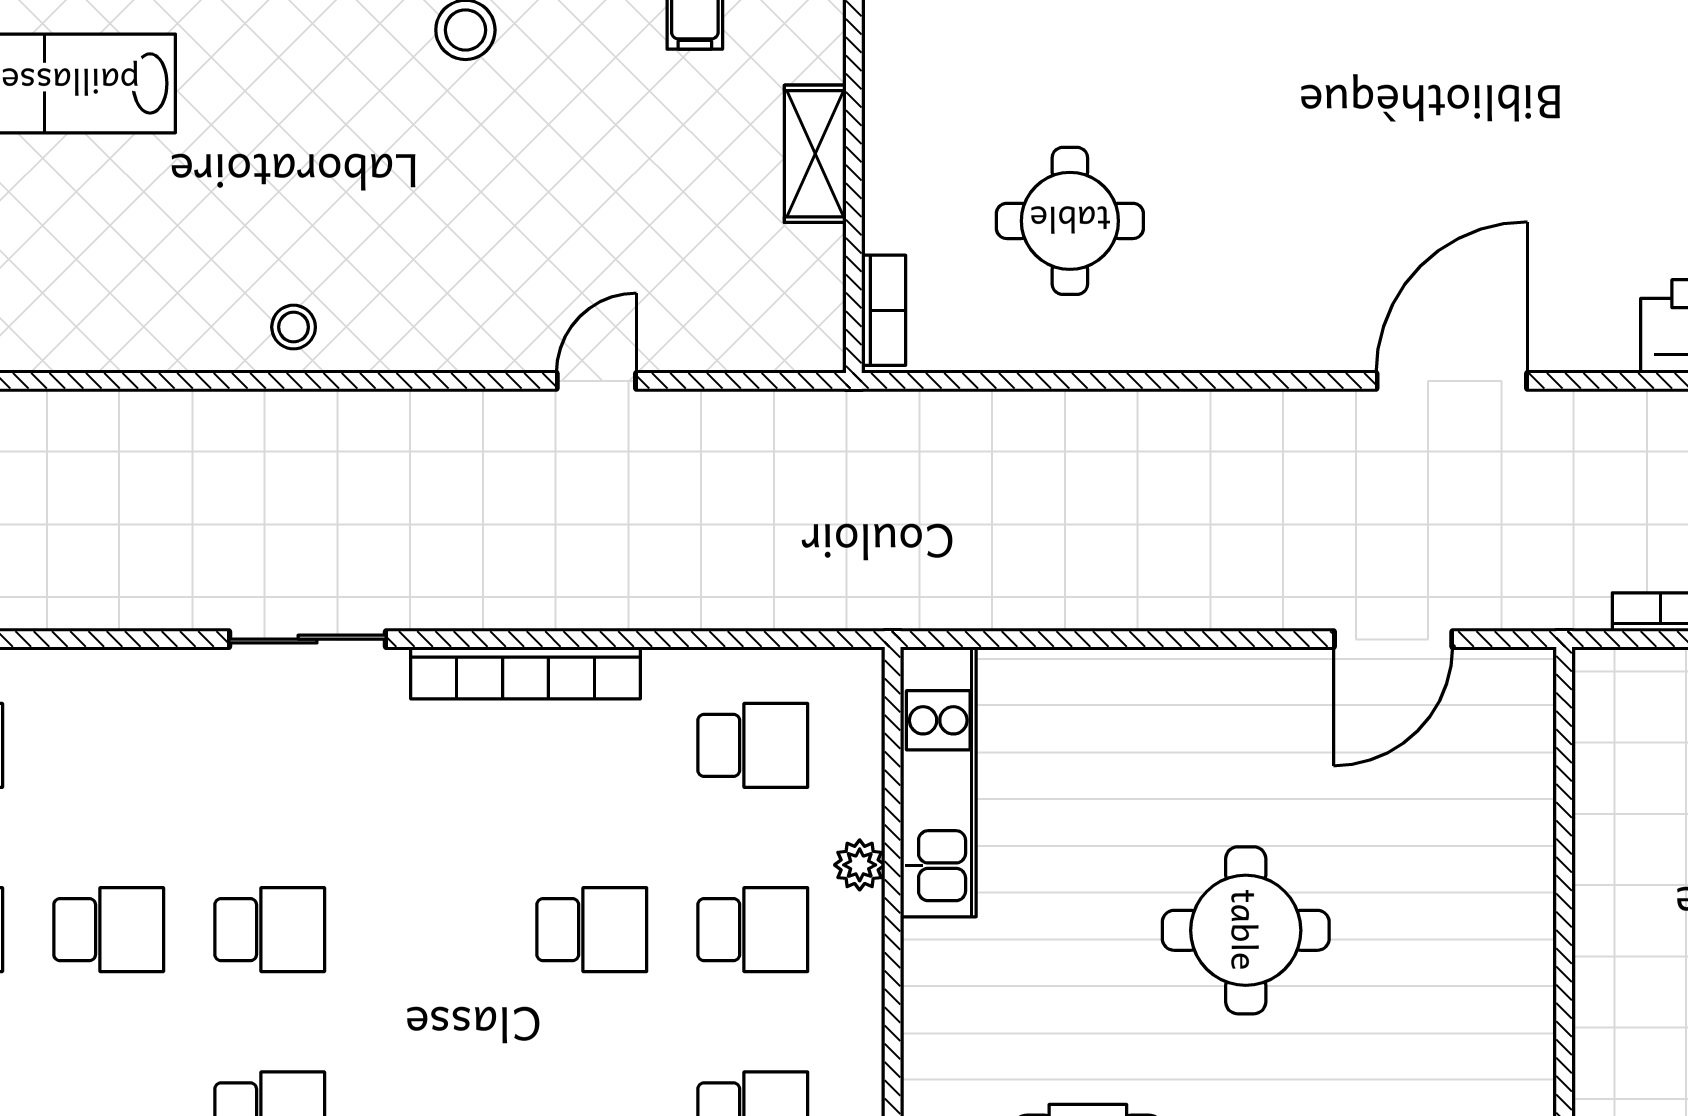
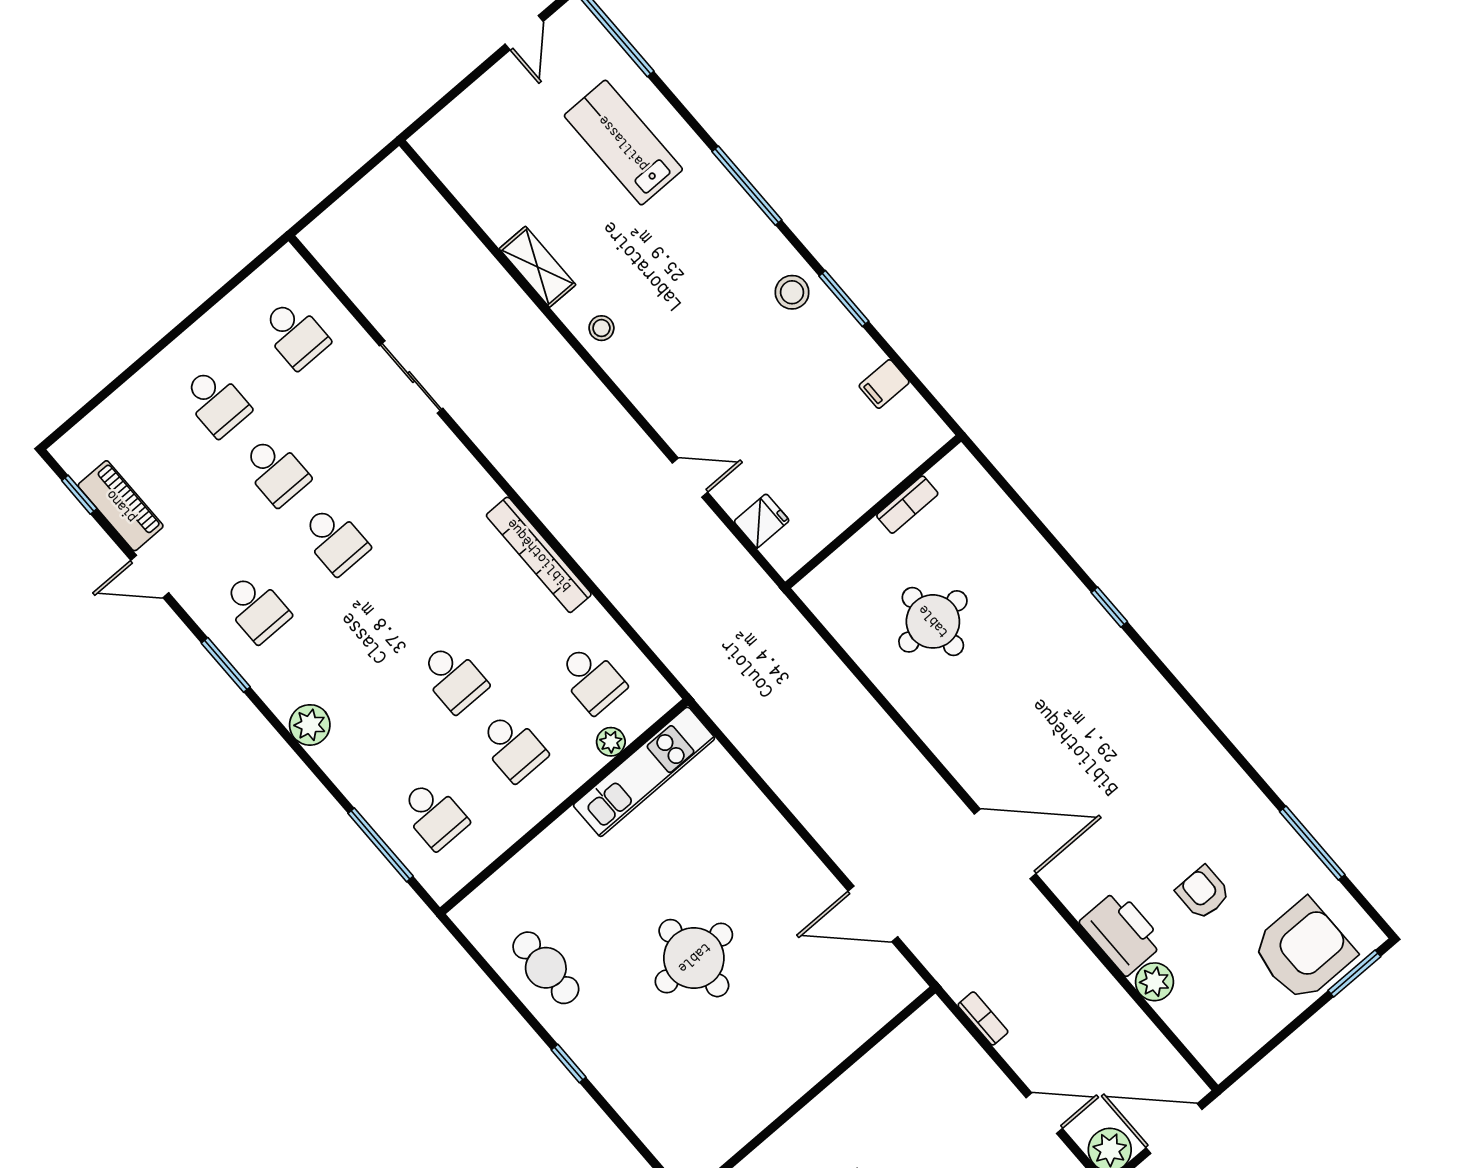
shelving: (815, 154) -> (537, 267), moved, turned 90
bookcase: (884, 310) -> (907, 505), moved
fridge: (737, 335) -> (762, 521), added
sliding door: (308, 639) -> (411, 377), moved
plant: (860, 865) -> (611, 742), moved

